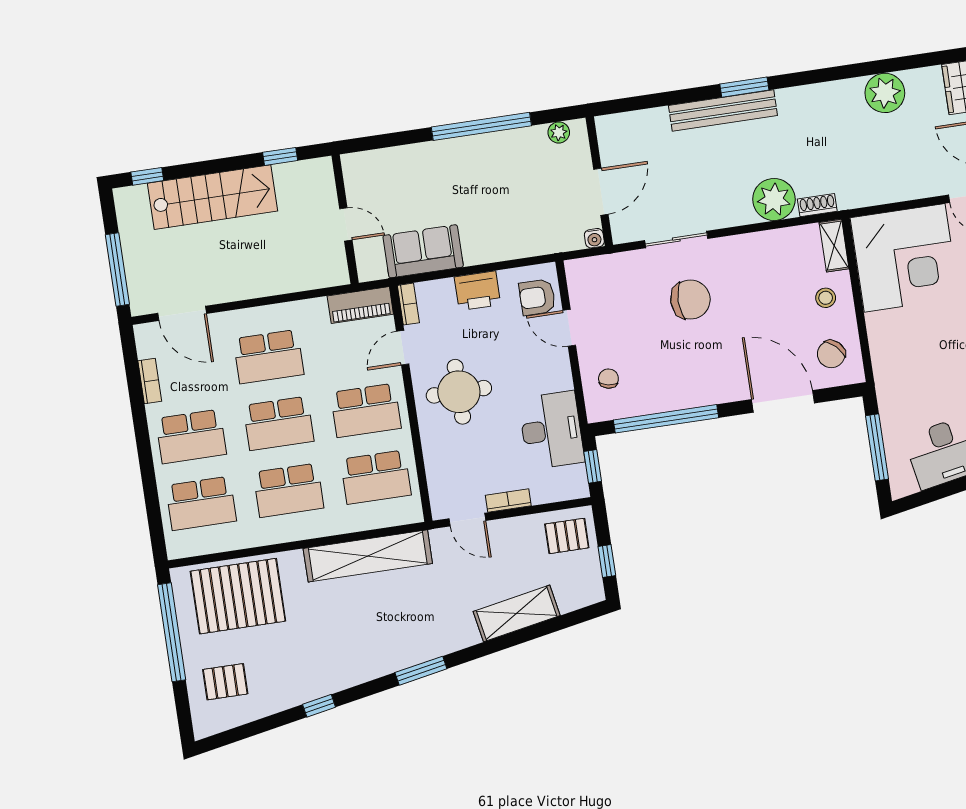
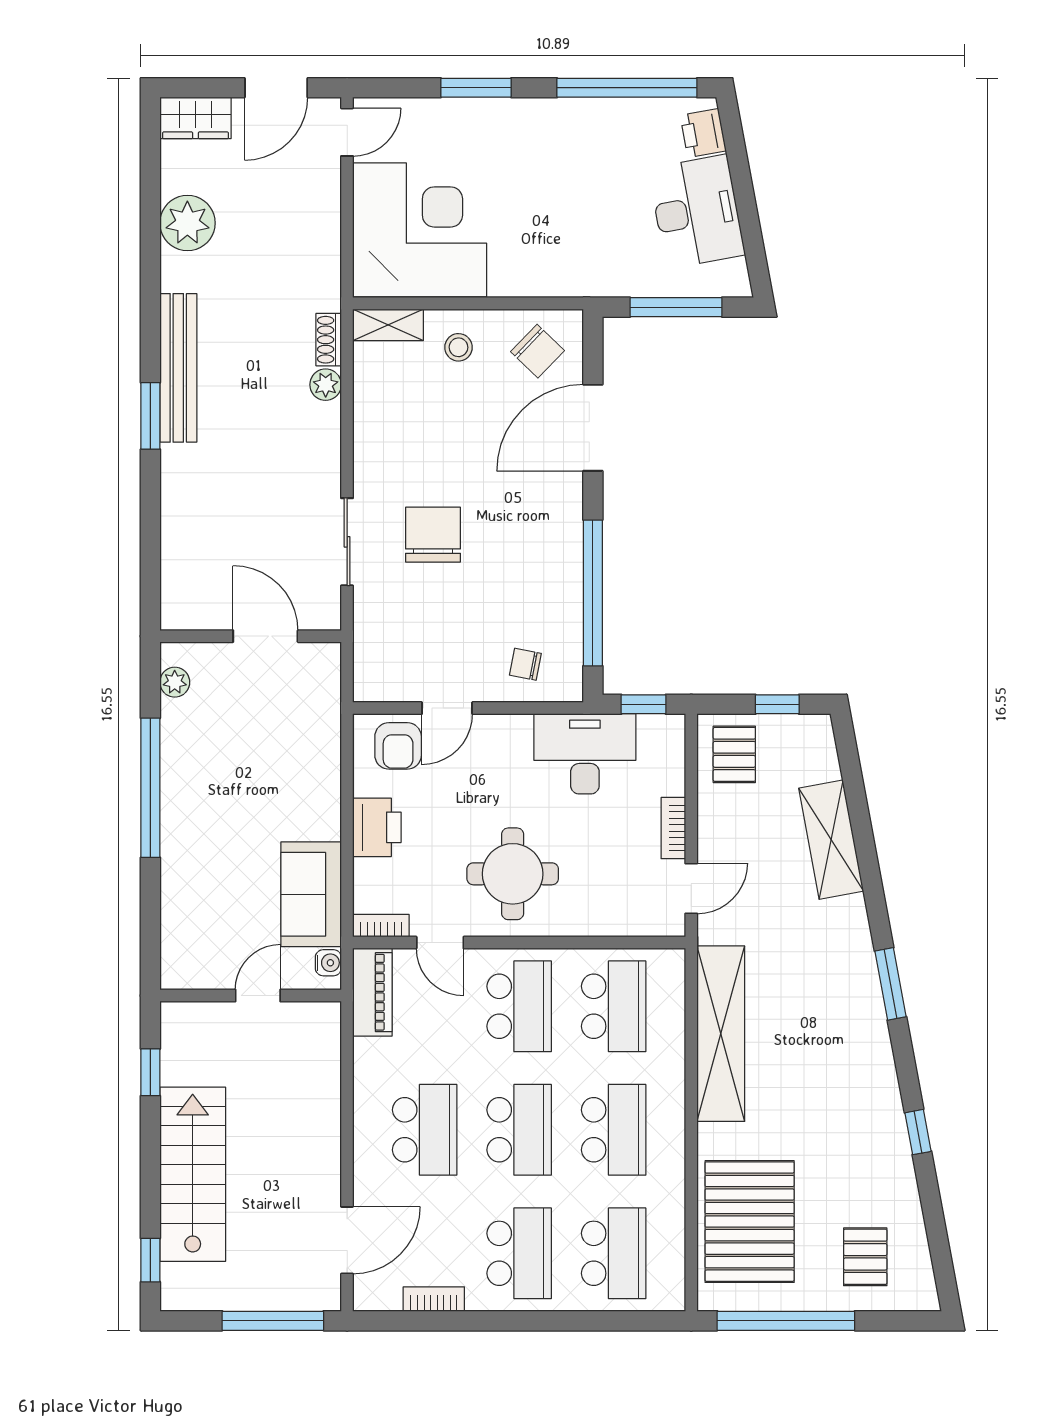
bench: (723, 110) -> (178, 368), moved
plant: (774, 199) -> (326, 385), width x0.53, depth x0.53
water cooler: (594, 238) -> (328, 963), moved

